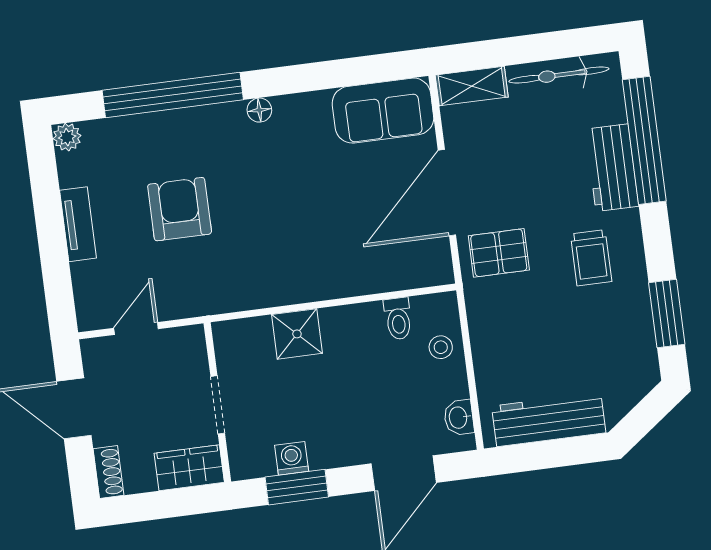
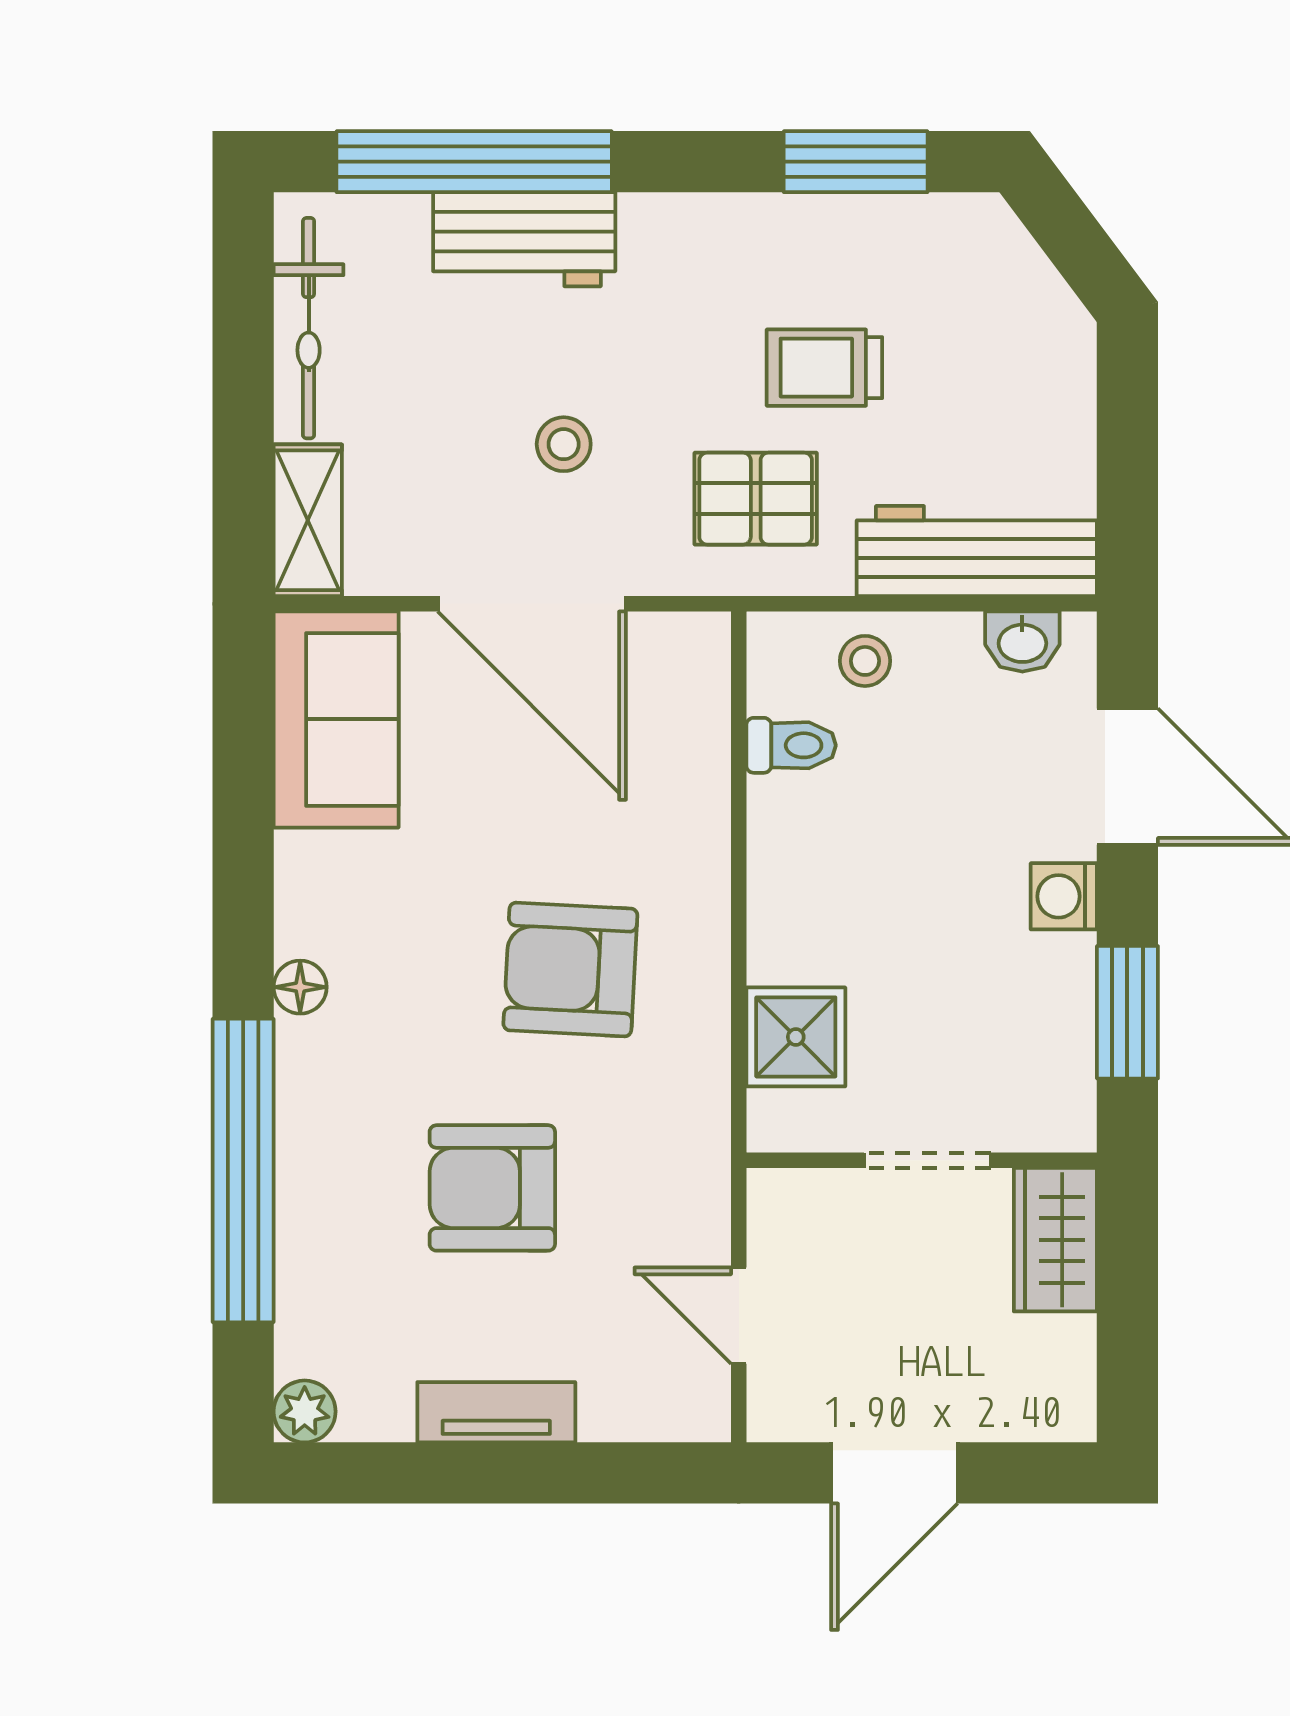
stool: (521, 198) -> (564, 444), added
armchair: (283, 232) -> (570, 969), added
pallet: (499, 253) -> (756, 499), moved, turned 90
trolley: (591, 258) -> (824, 368), moved, turned 180
shower: (297, 334) -> (796, 1037), moved
workbench: (549, 419) -> (977, 551), moved, turned 90
washing machine: (292, 458) -> (1064, 896), moved
shoe rack: (109, 472) -> (1042, 1416), removed

